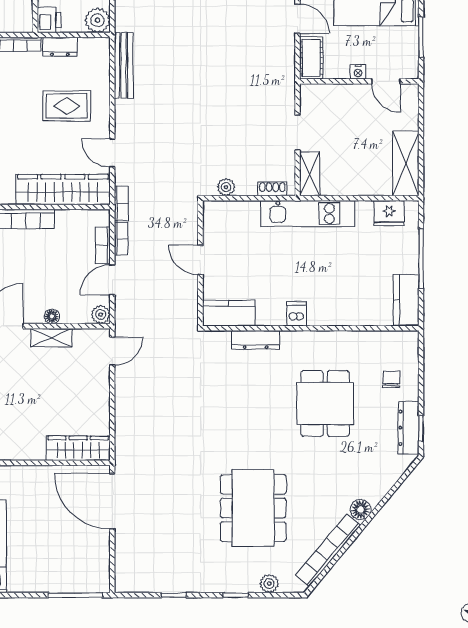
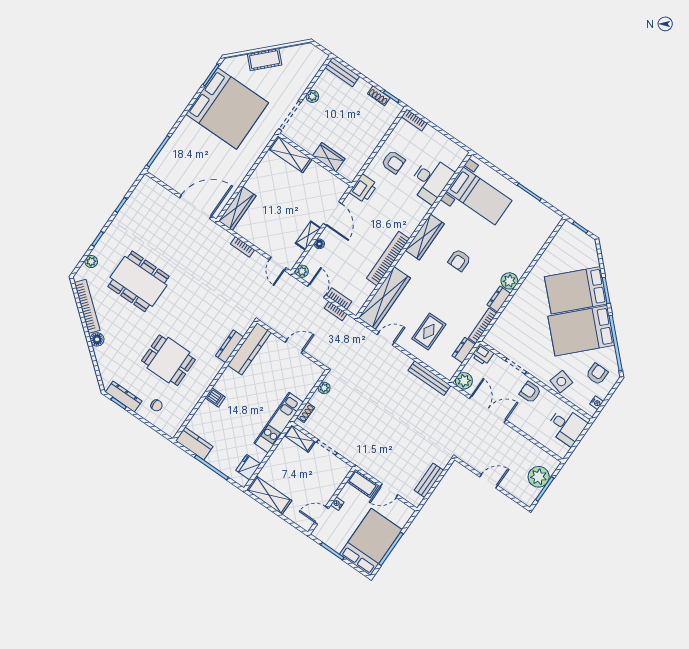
bookcase: (121, 203) -> (243, 247), moved
kitchen counter: (229, 313) -> (249, 349), width x1.50
dishwasher: (297, 314) -> (215, 397), moved

